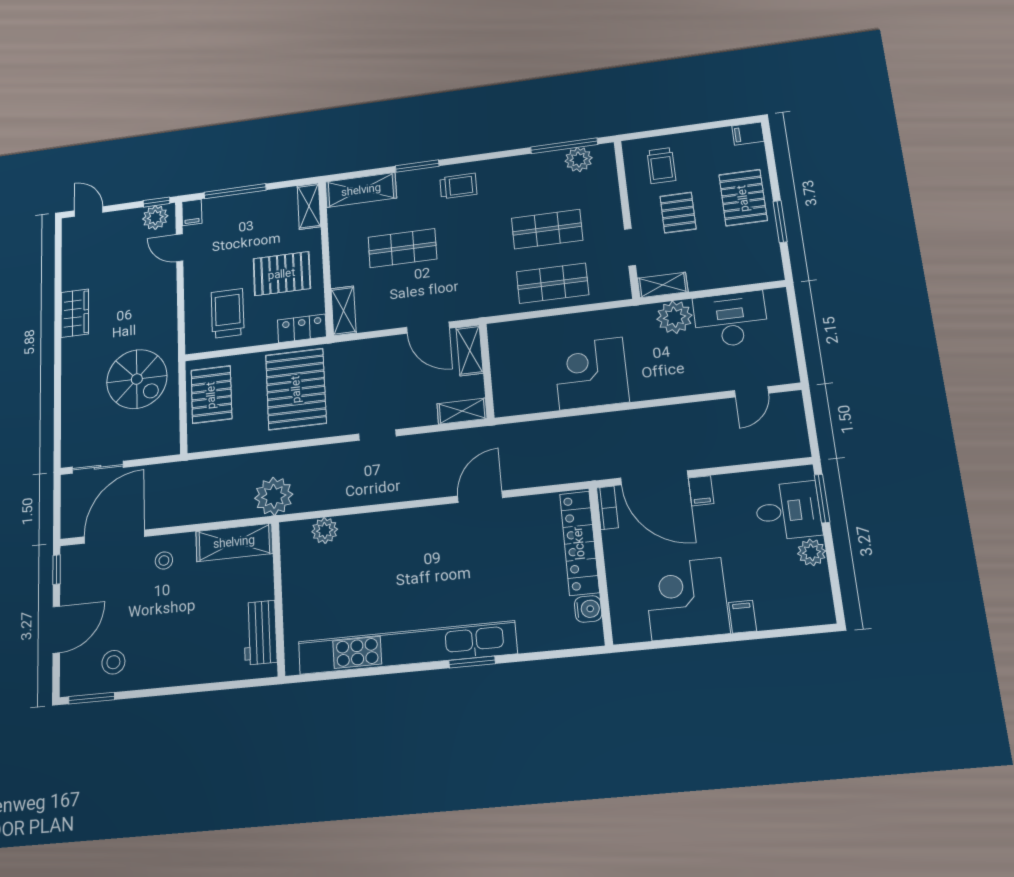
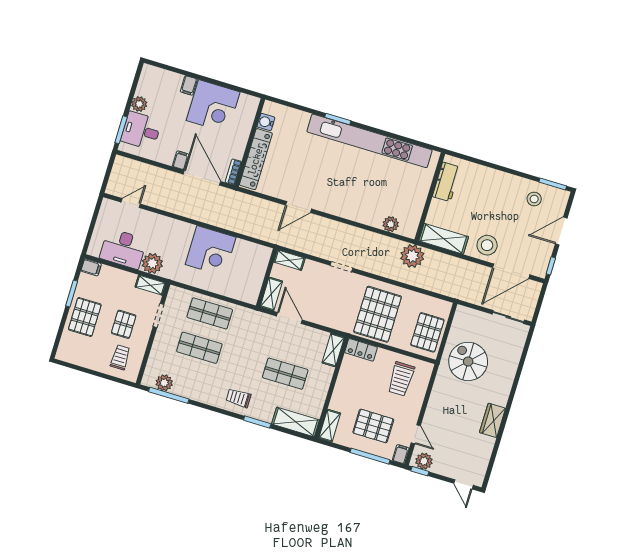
filing cabinet: (748, 134) -> (91, 267), moved
pallet: (282, 274) -> (373, 426), moved
stool: (164, 560) -> (487, 245), width x1.89, depth x1.89

